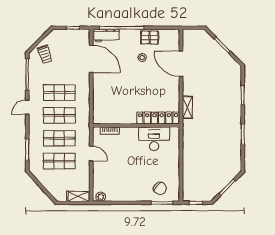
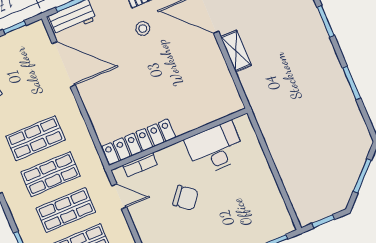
shelving: (187, 107) -> (236, 51), moved
locker: (158, 118) -> (139, 142), moved
door: (91, 154) -> (119, 196), moved
chair: (160, 188) -> (186, 198), moved

